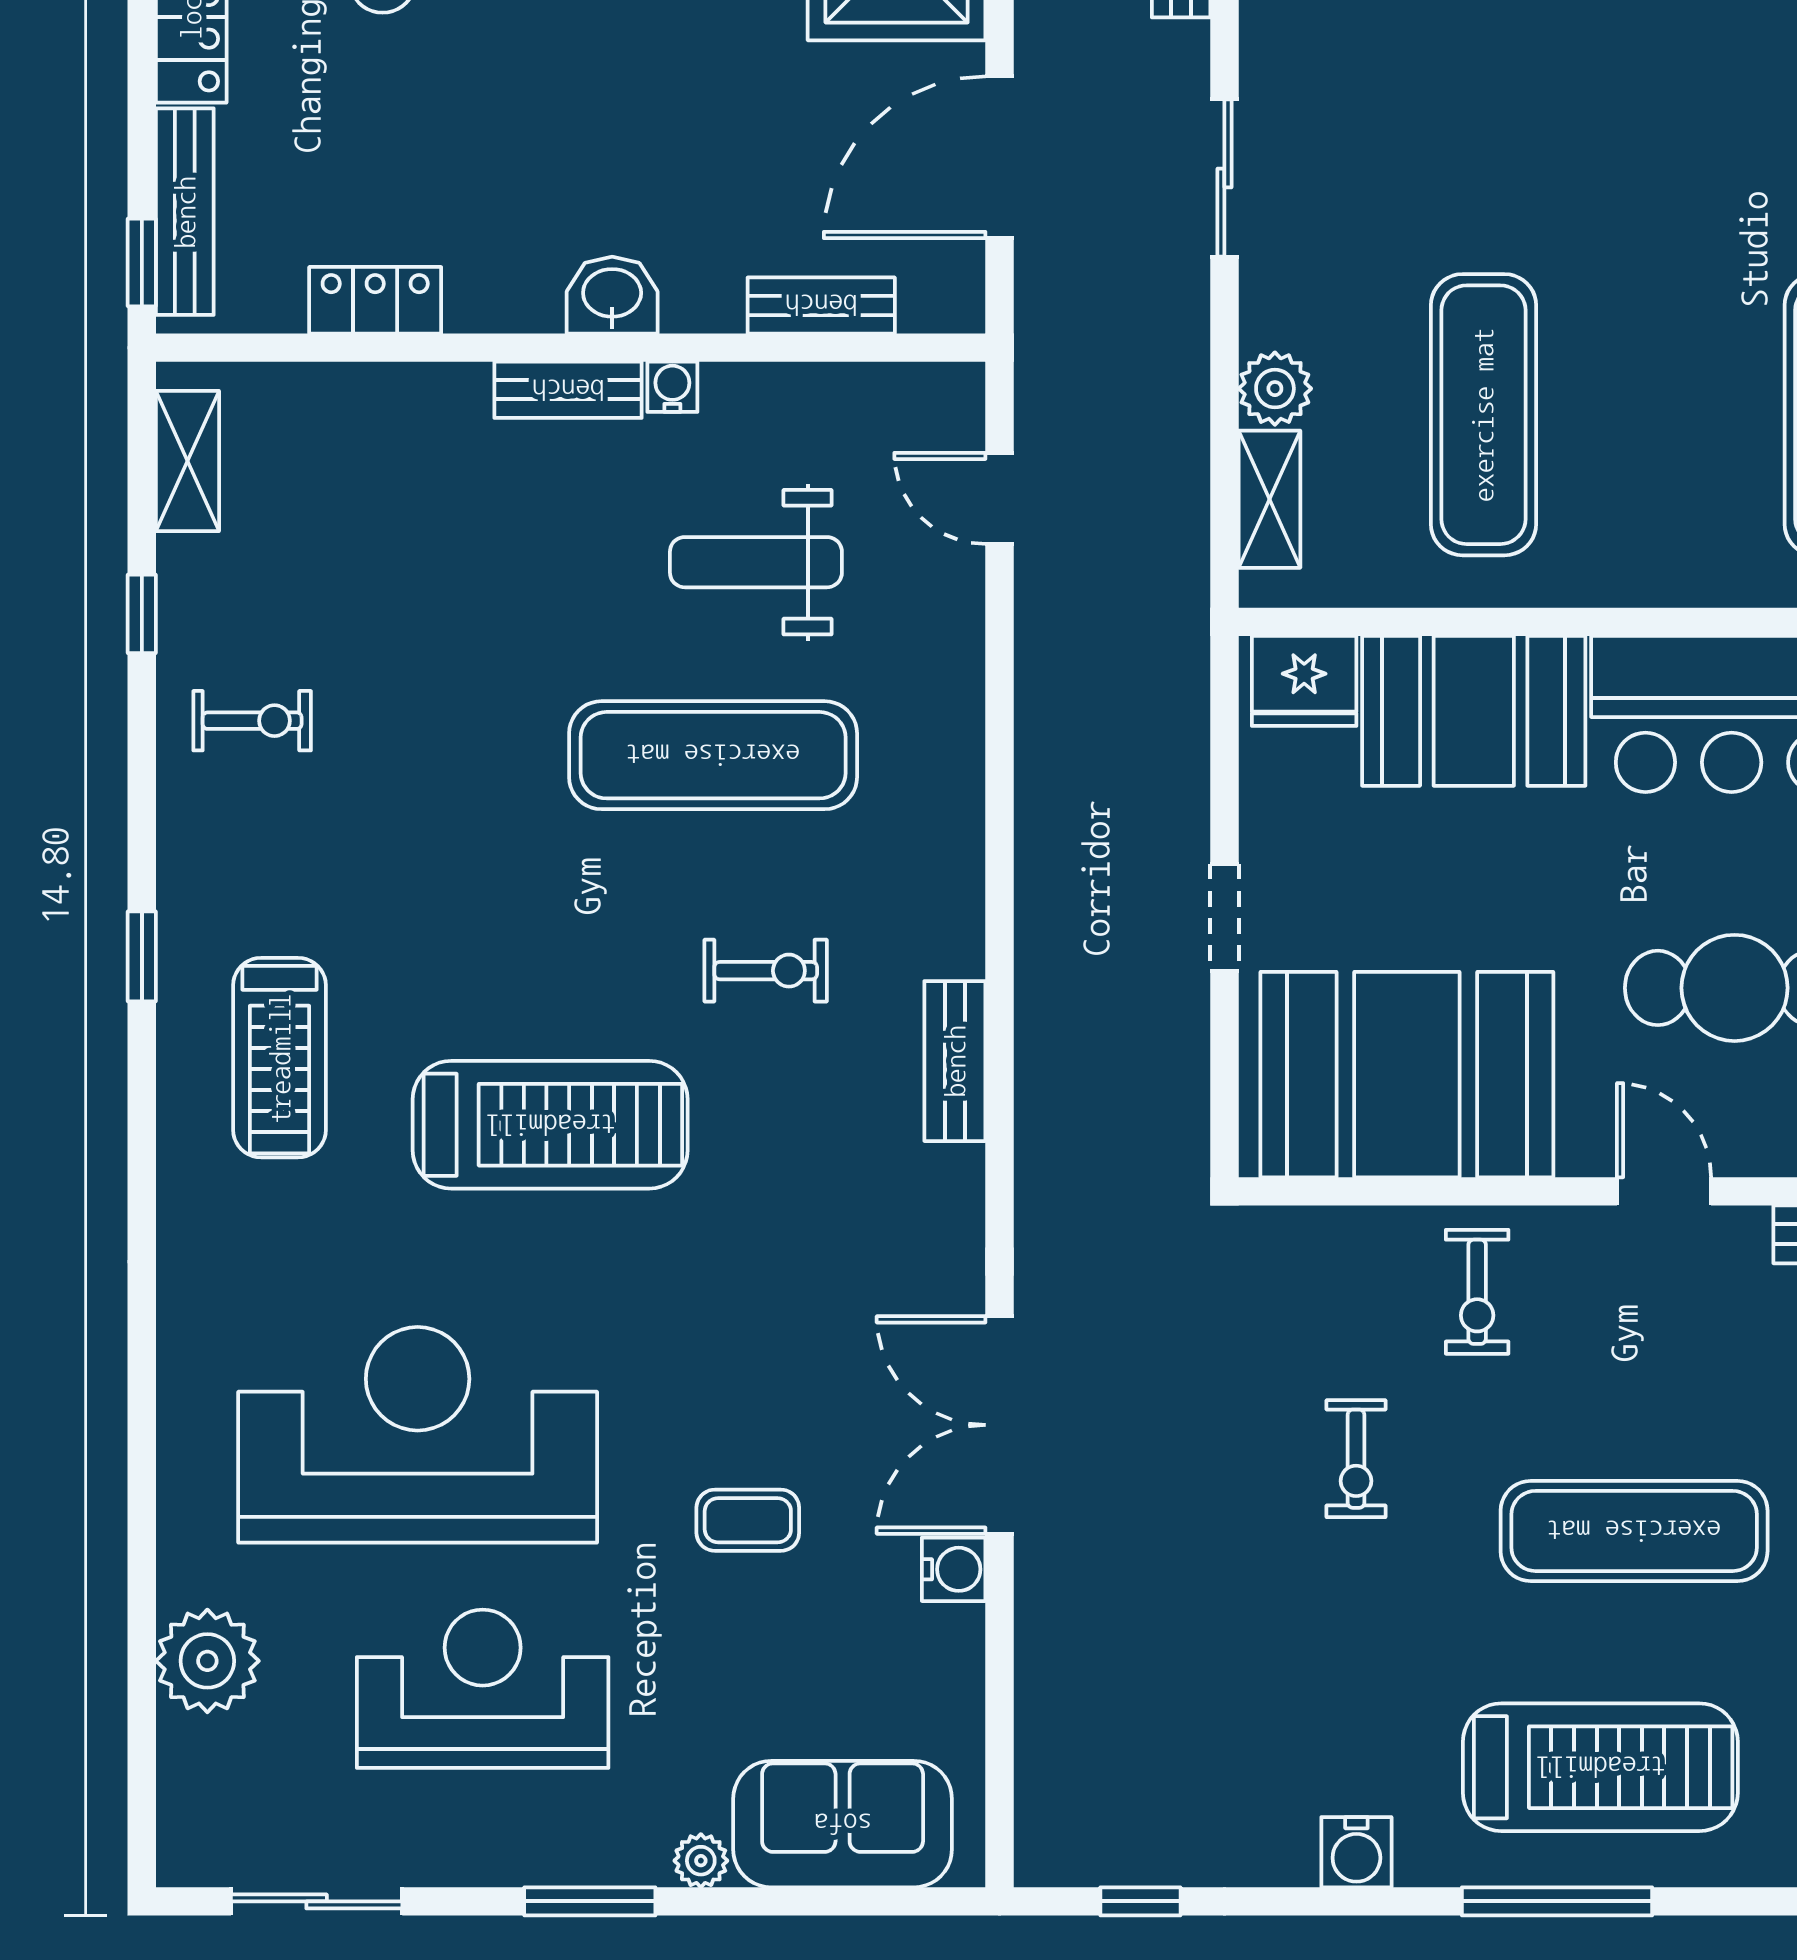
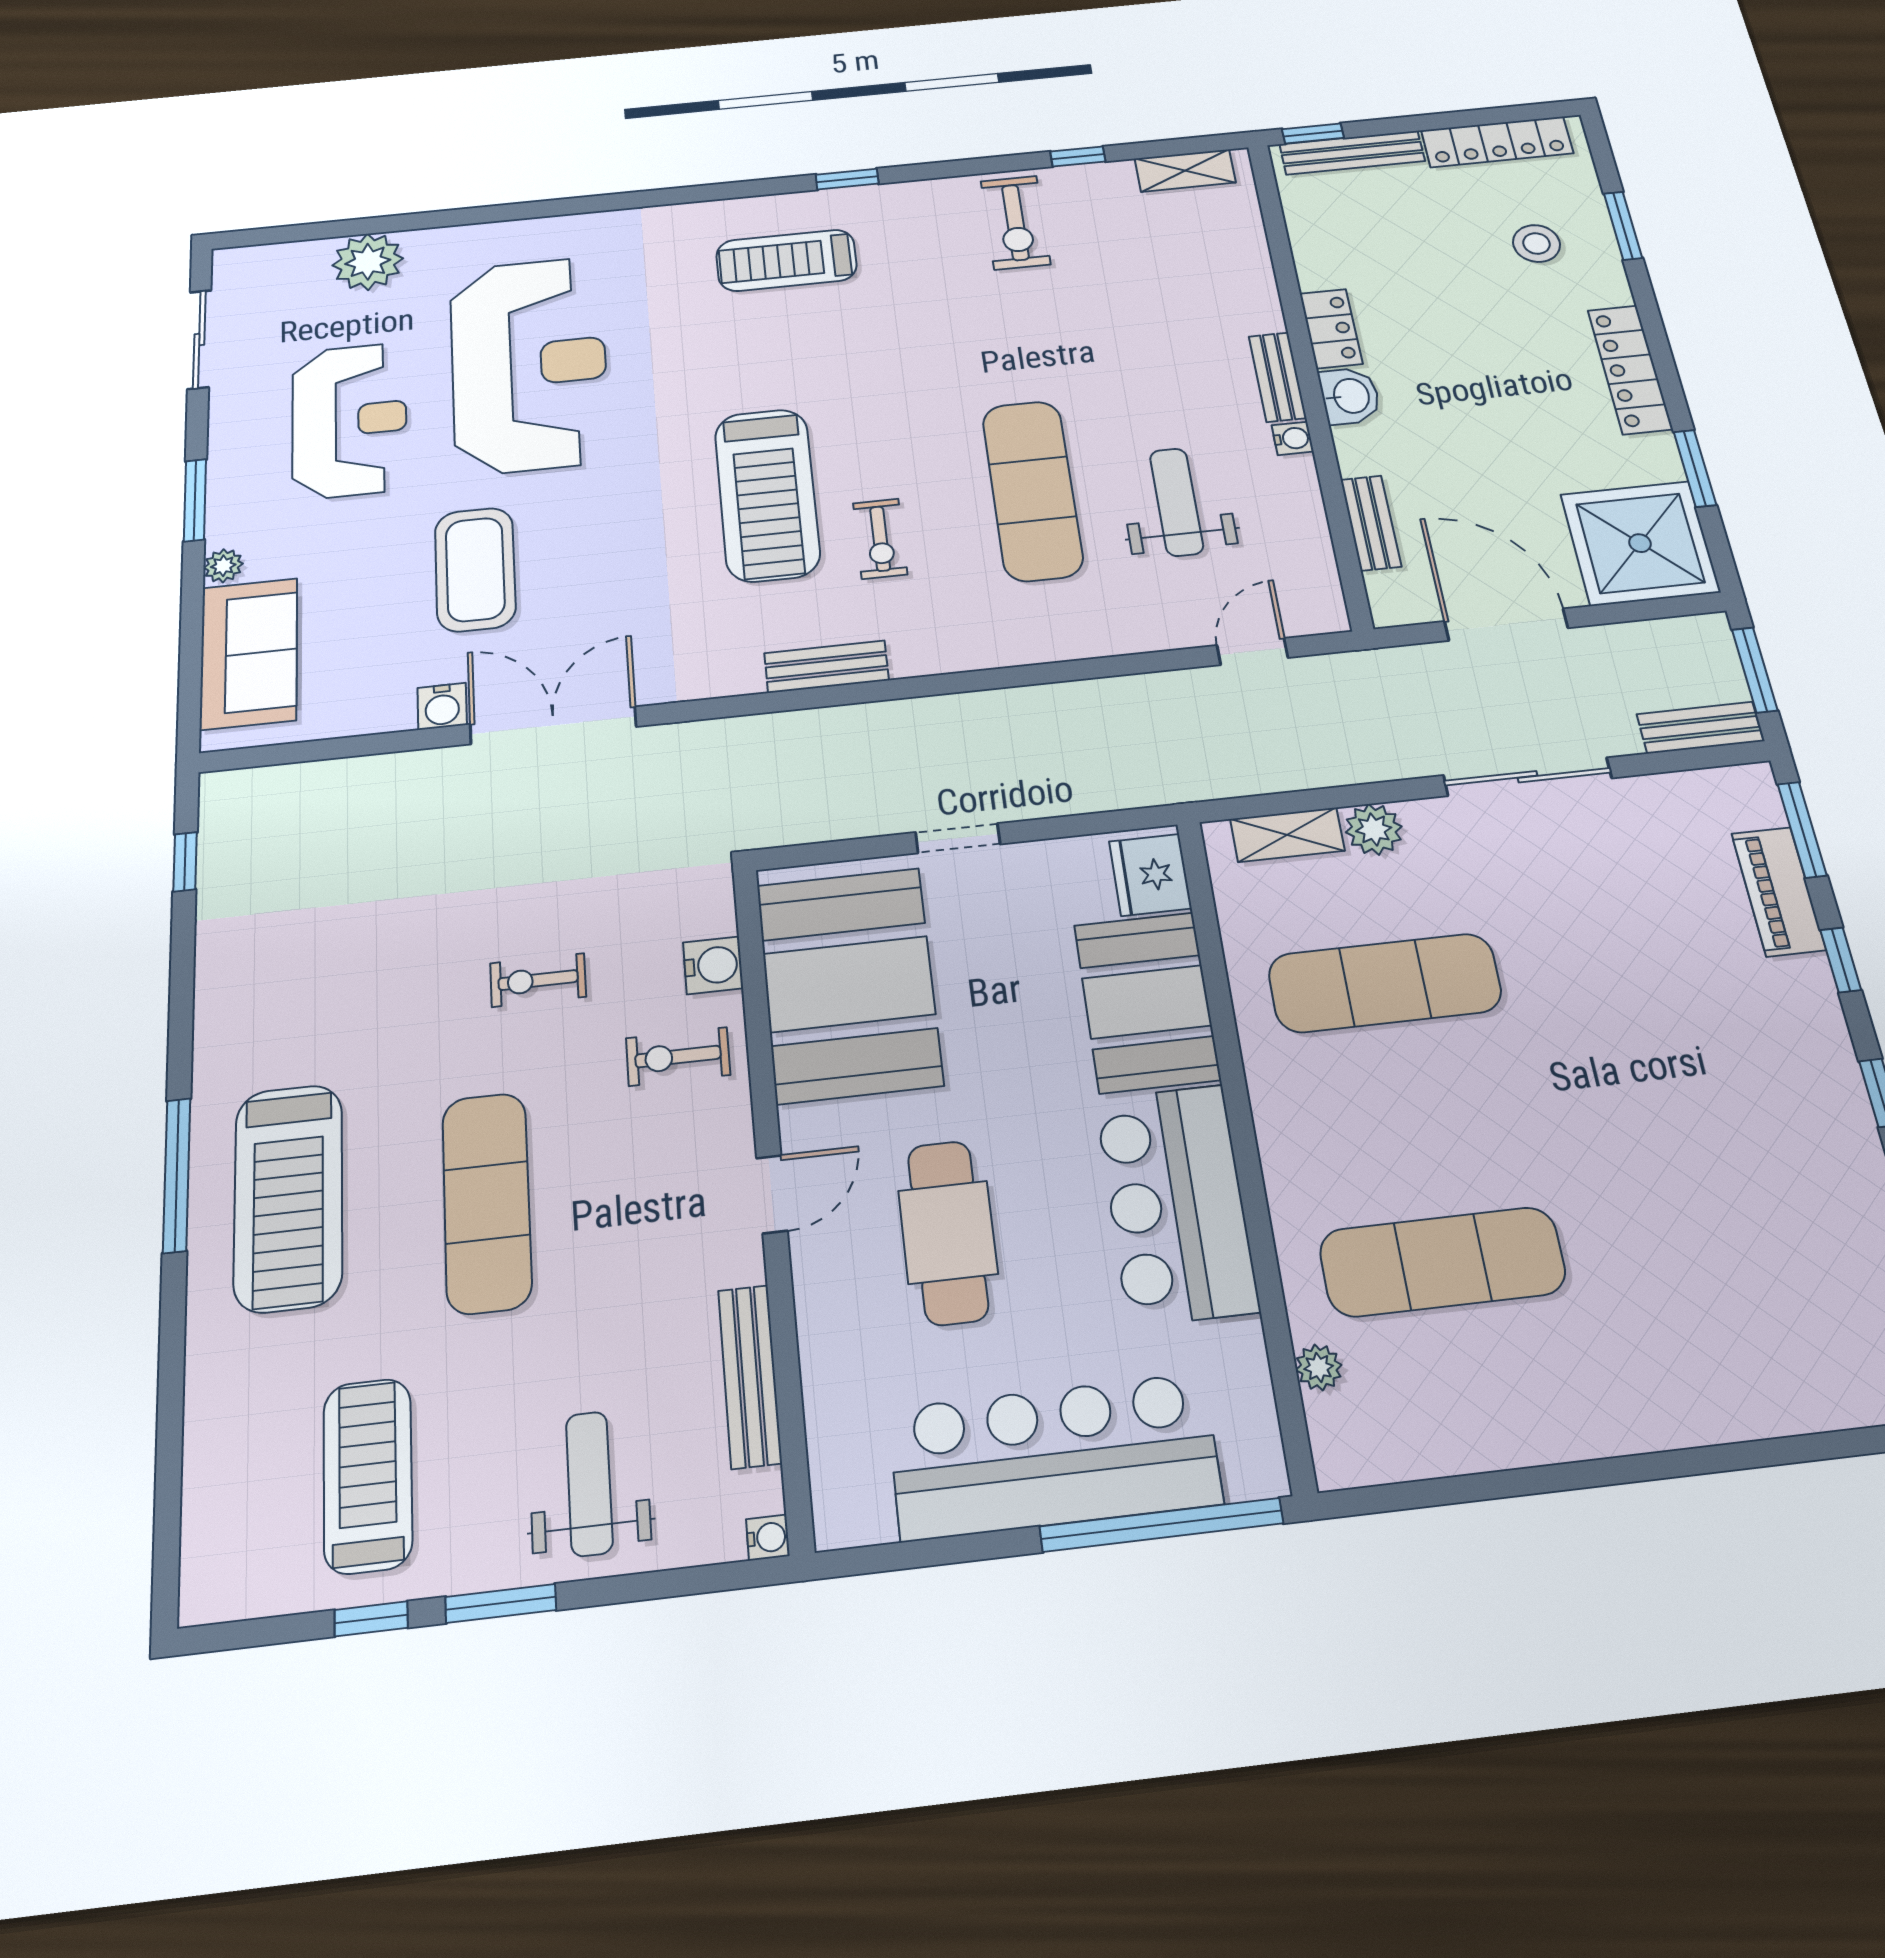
sliding door: (1224, 178) -> (1528, 777), width x1.37
locker: (375, 300) -> (1331, 329), moved
exercise bike: (252, 721) -> (1015, 223), width x1.38, depth x1.39
treadmill: (550, 1125) -> (767, 495), moved
coffee table: (748, 1520) -> (475, 569), width x1.86, depth x1.72
water cooler: (1356, 1852) -> (713, 965), moved, turned 180

